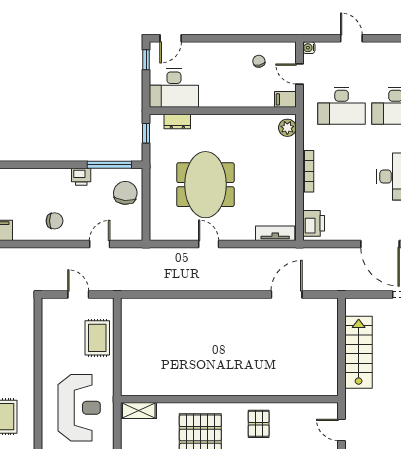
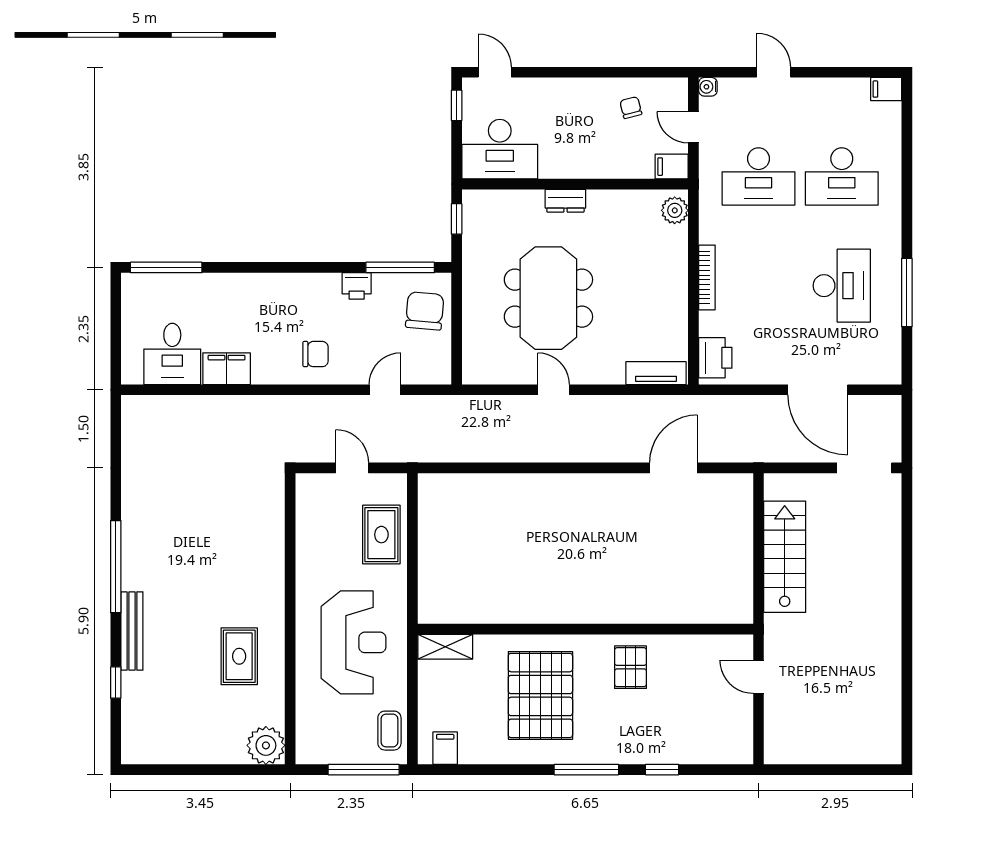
door: (171, 38) -> (495, 72), swing flipped
dresser: (177, 122) -> (565, 201), moved

